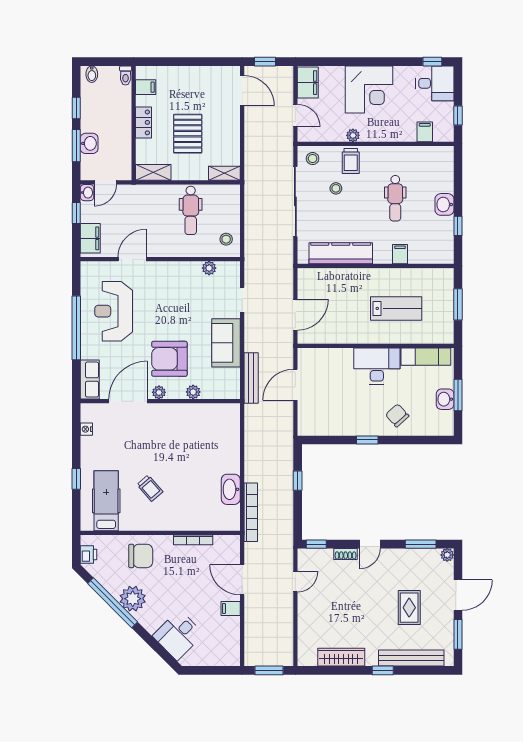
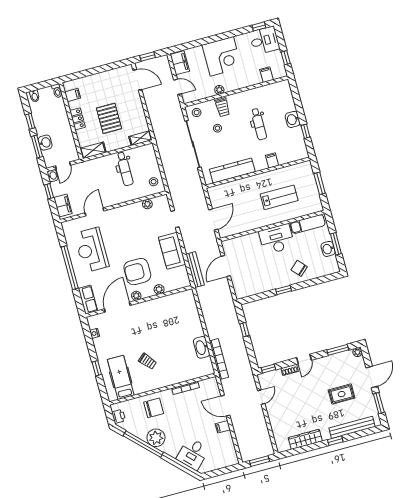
rug: (409, 608) -> (342, 394), turned 90

